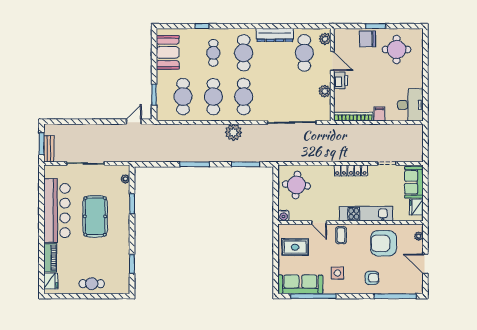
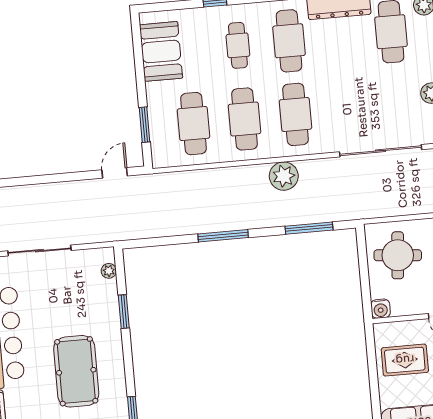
pool table: (95, 216) -> (76, 371), moved

